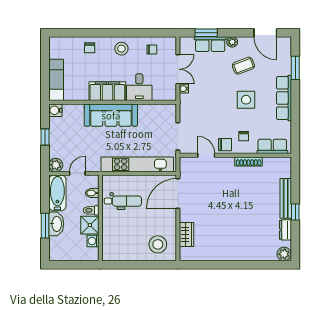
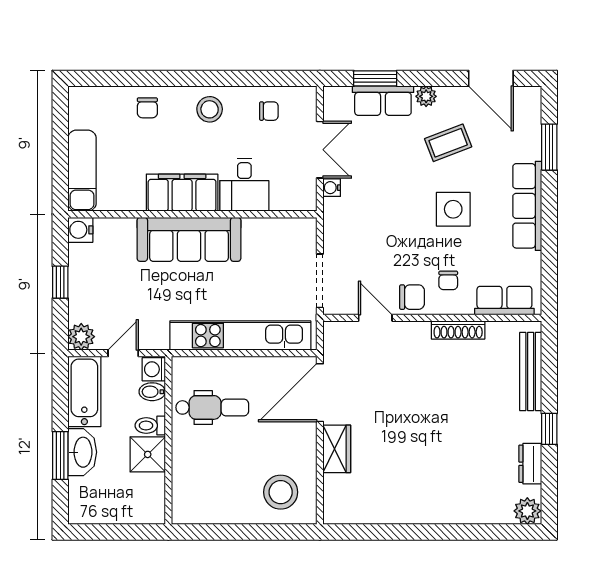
bench: (286, 198) -> (531, 372), moved
wardrobe: (186, 235) -> (337, 449), moved
washing machine: (93, 241) -> (154, 369), moved

